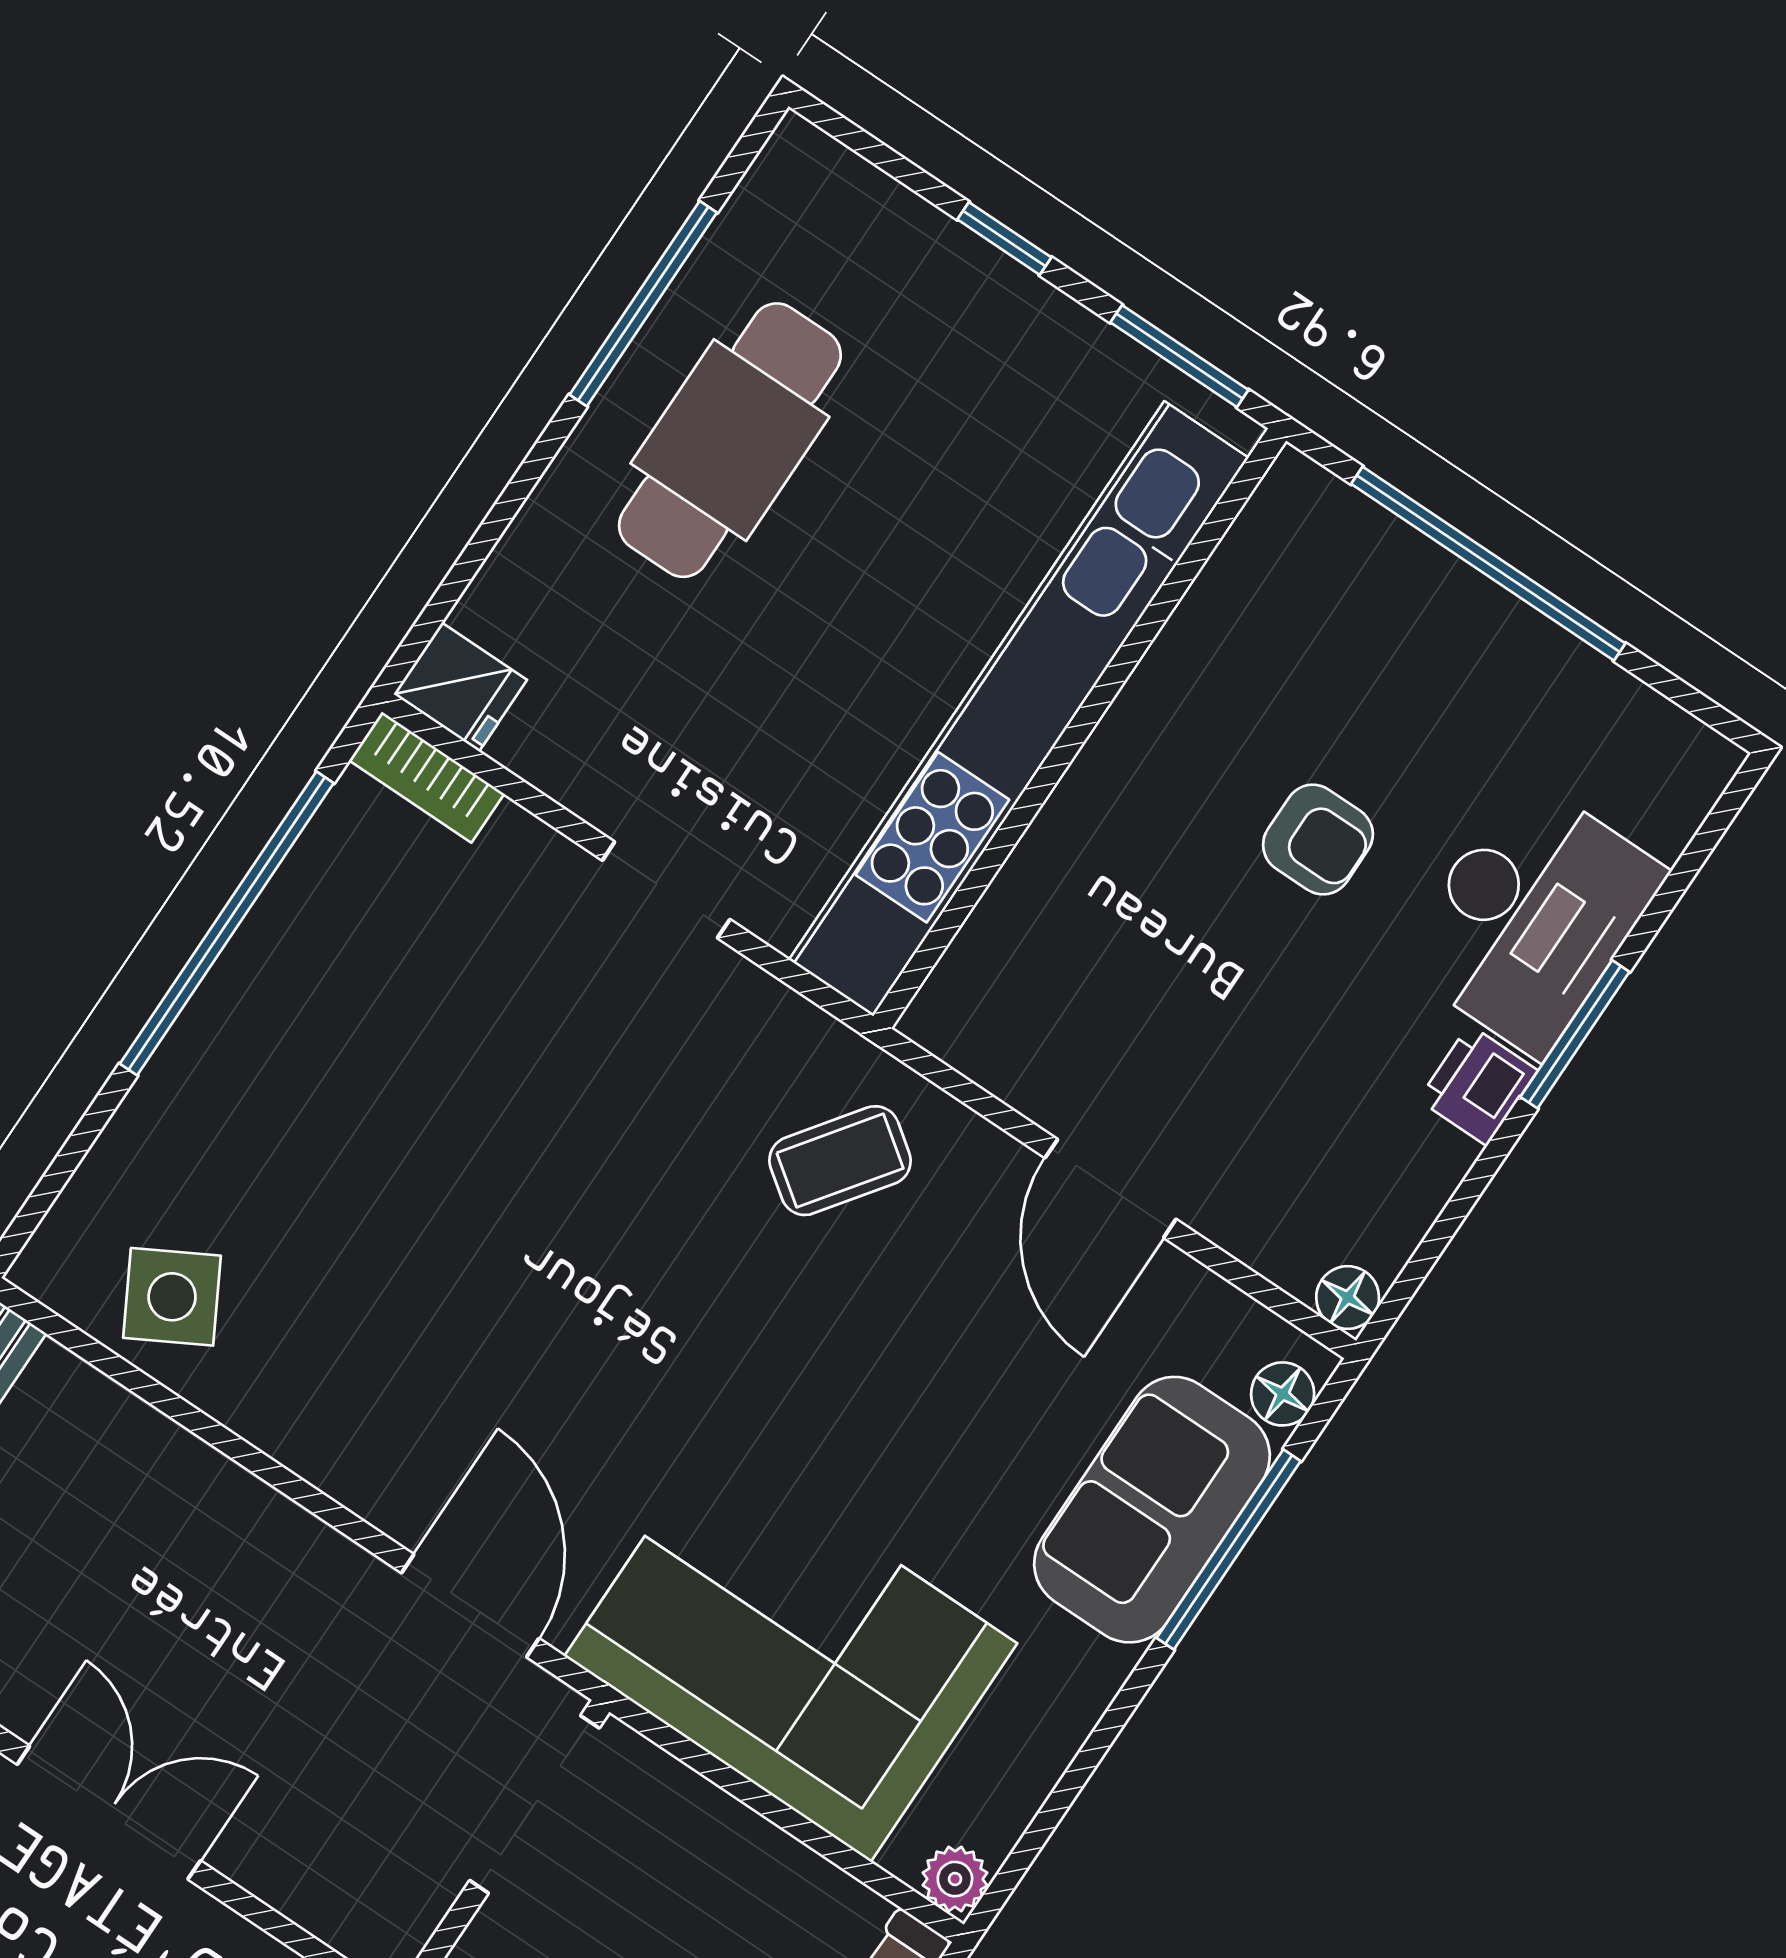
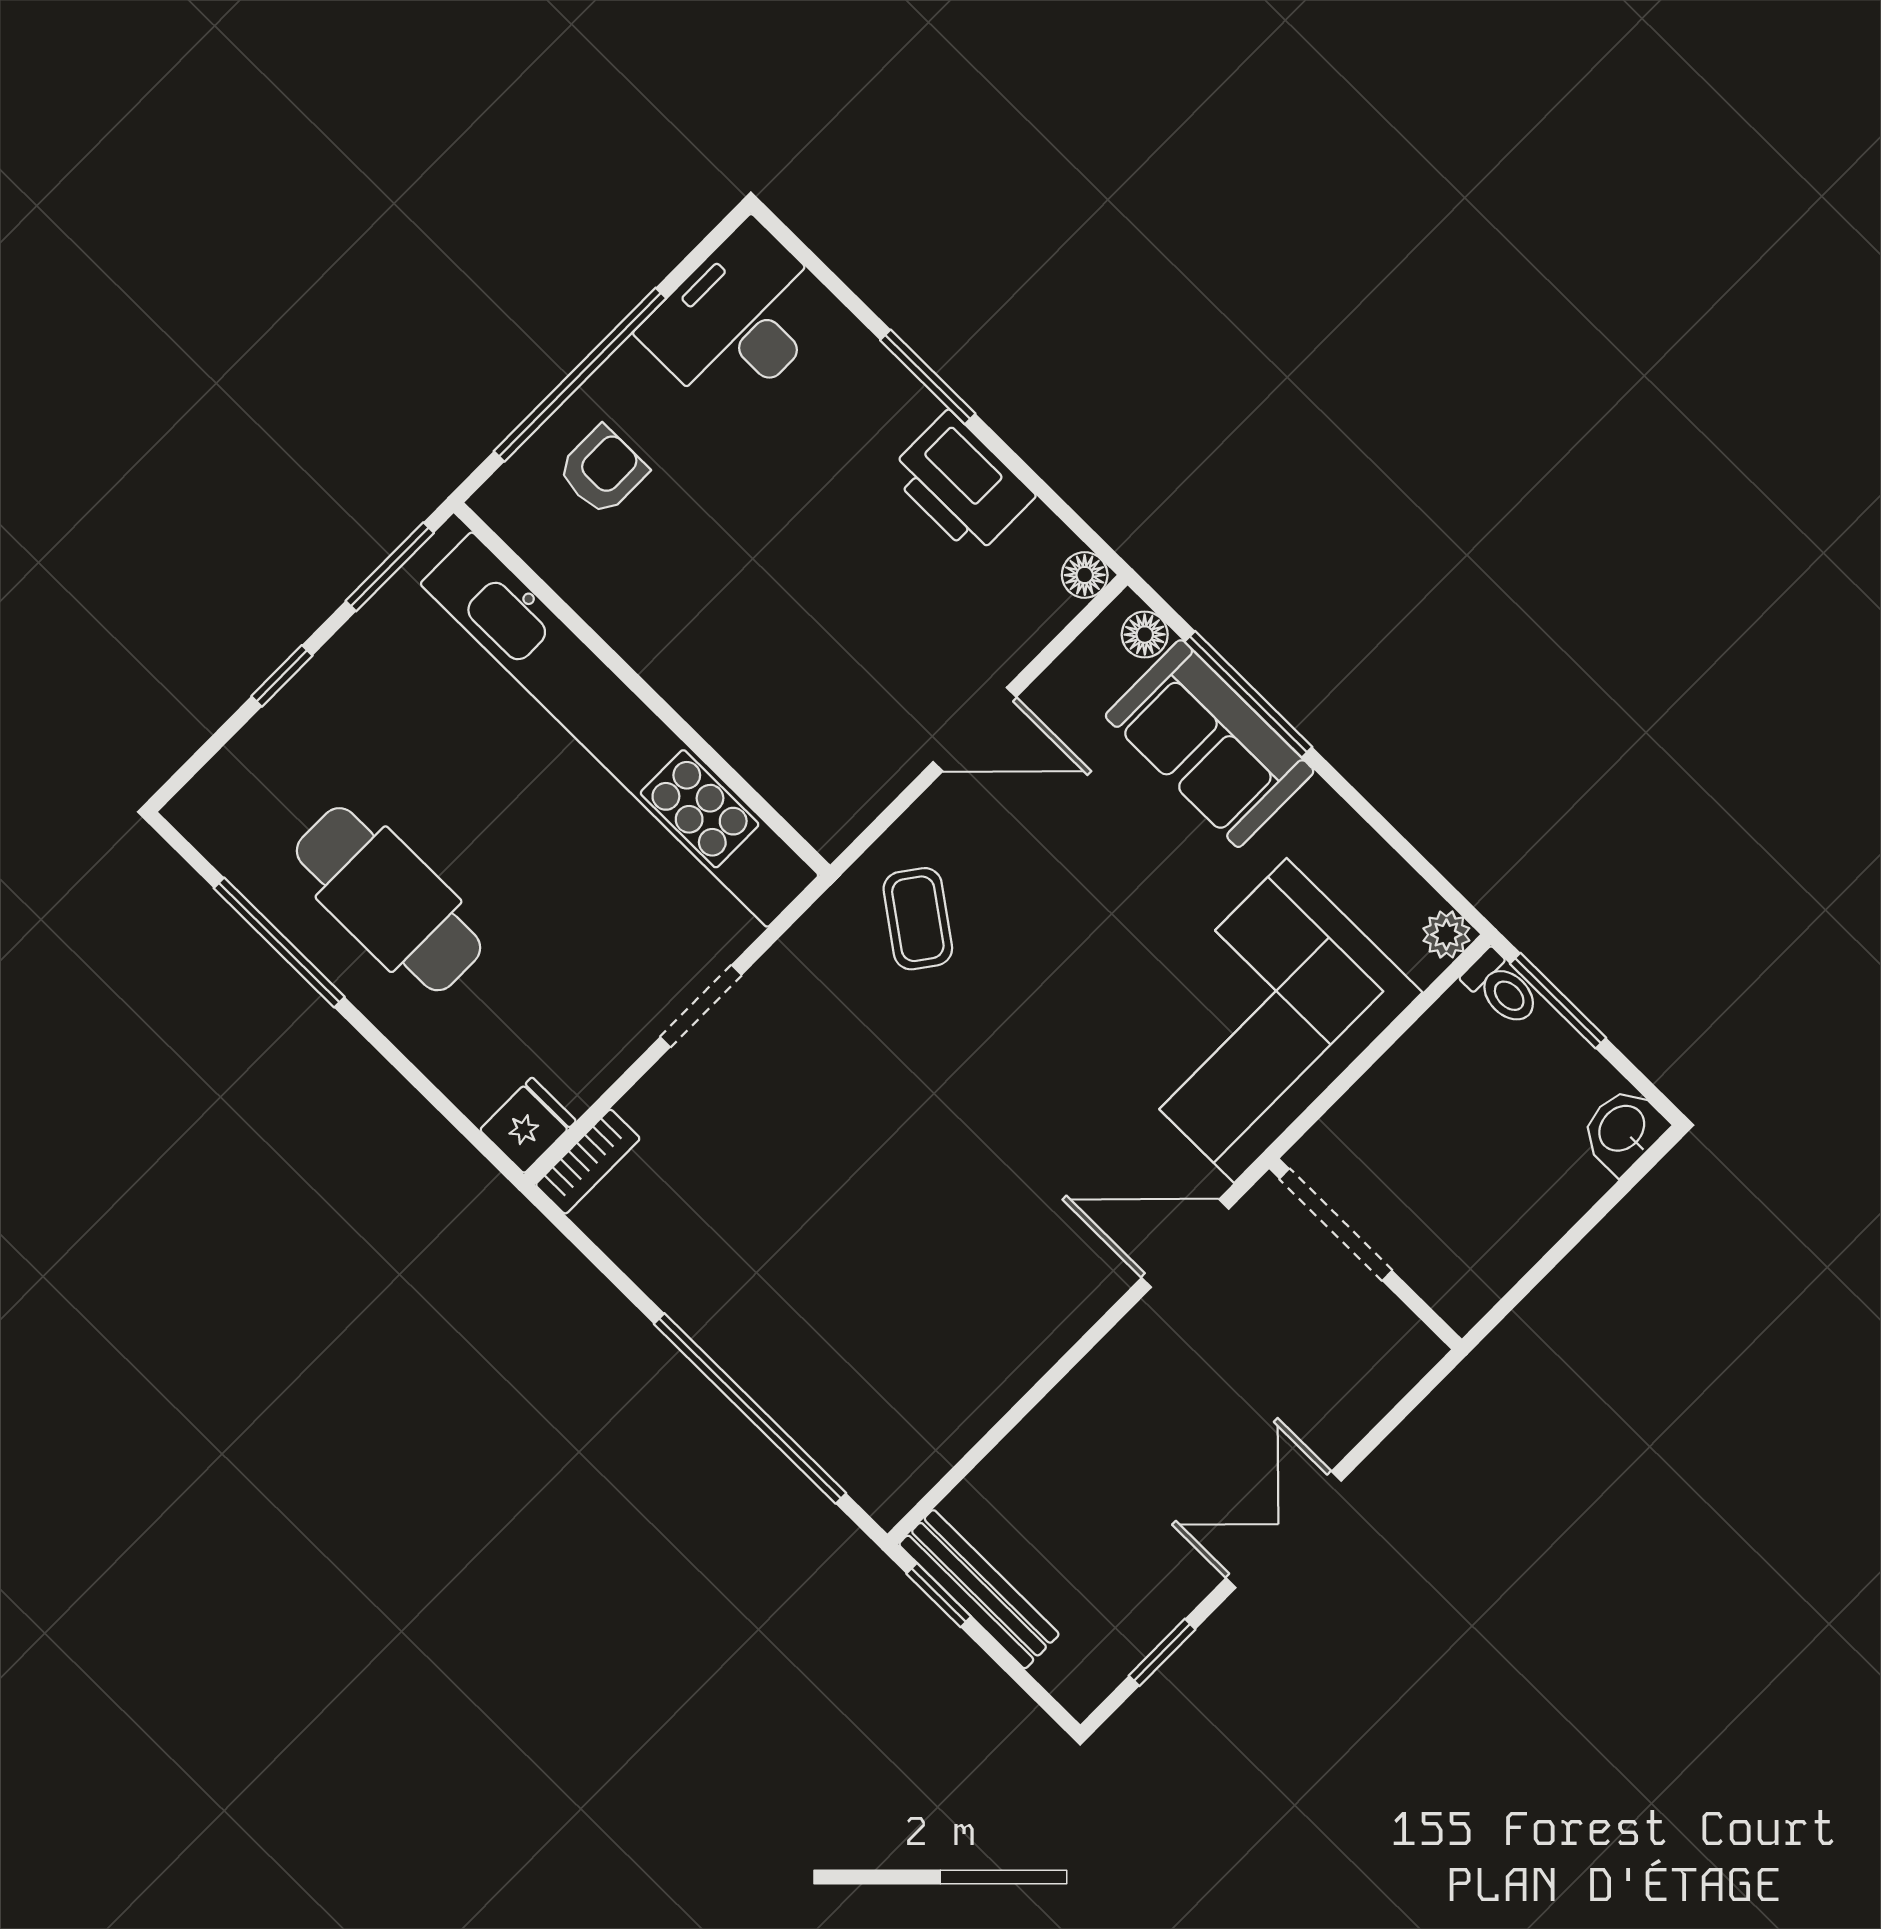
armchair: (1318, 840) -> (602, 470), moved
desk: (1531, 917) -> (739, 320), moved, turned -90
window: (227, 923) -> (750, 1408), moved
printer: (1478, 1085) -> (961, 484), width x1.87, depth x1.48
side table: (172, 1297) -> (924, 1414), removed

